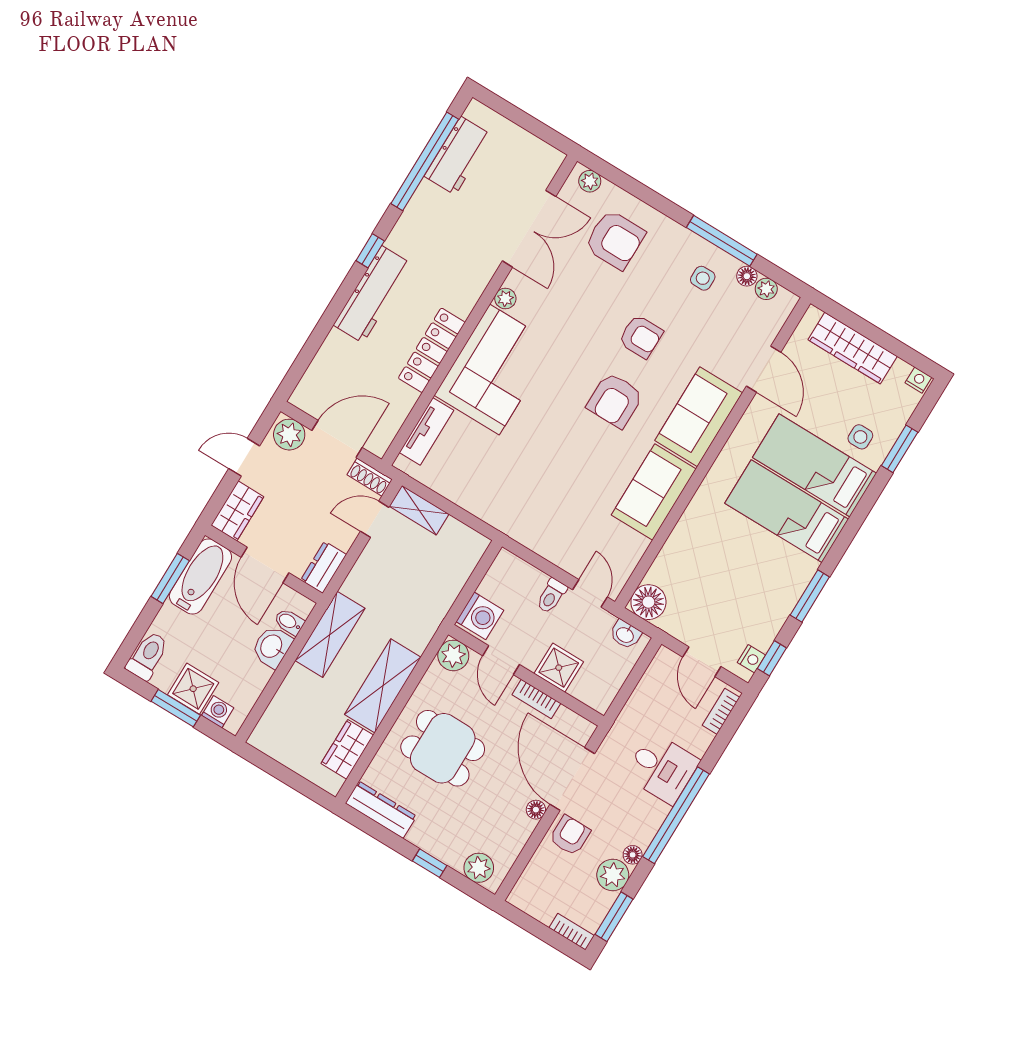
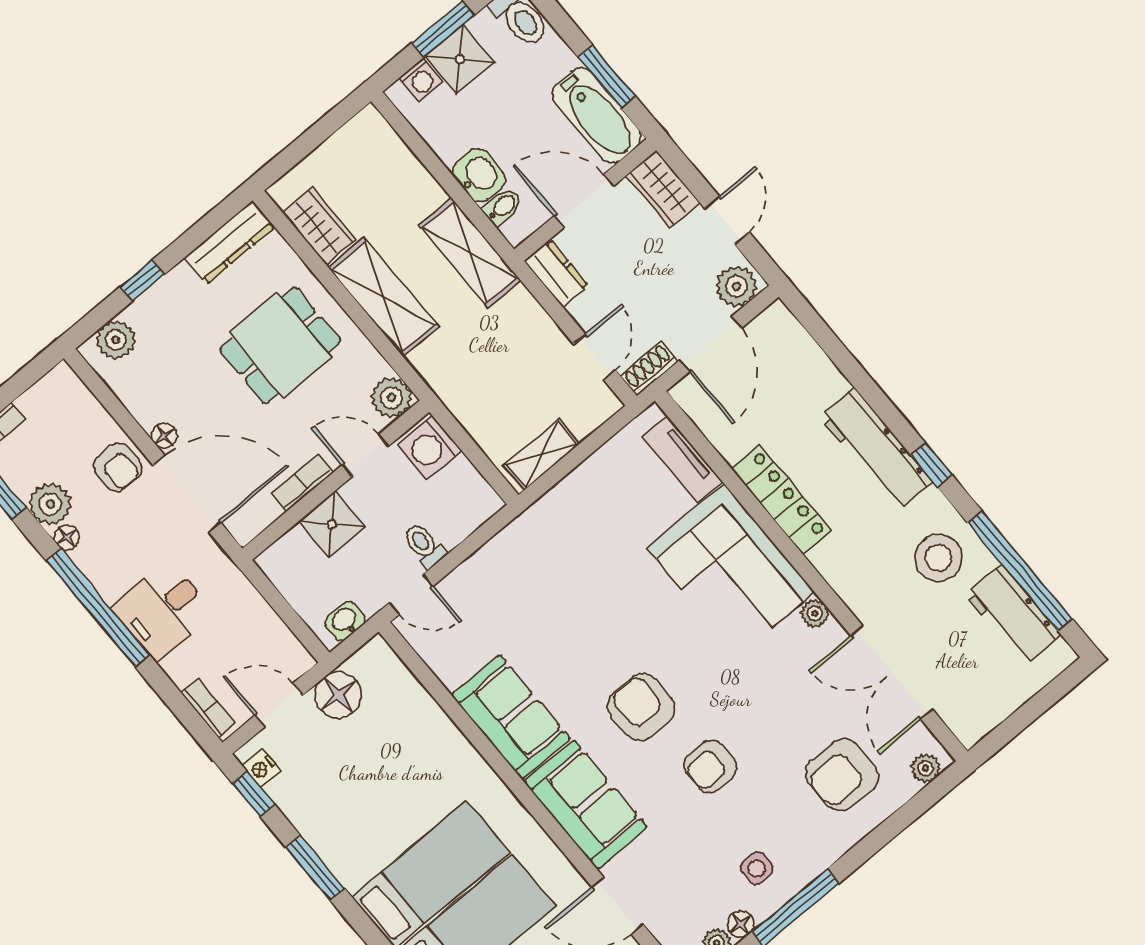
stool: (435, 223) -> (938, 558), added
shelving: (419, 510) -> (541, 455), moved
floor lamp: (648, 602) -> (338, 695), moved

